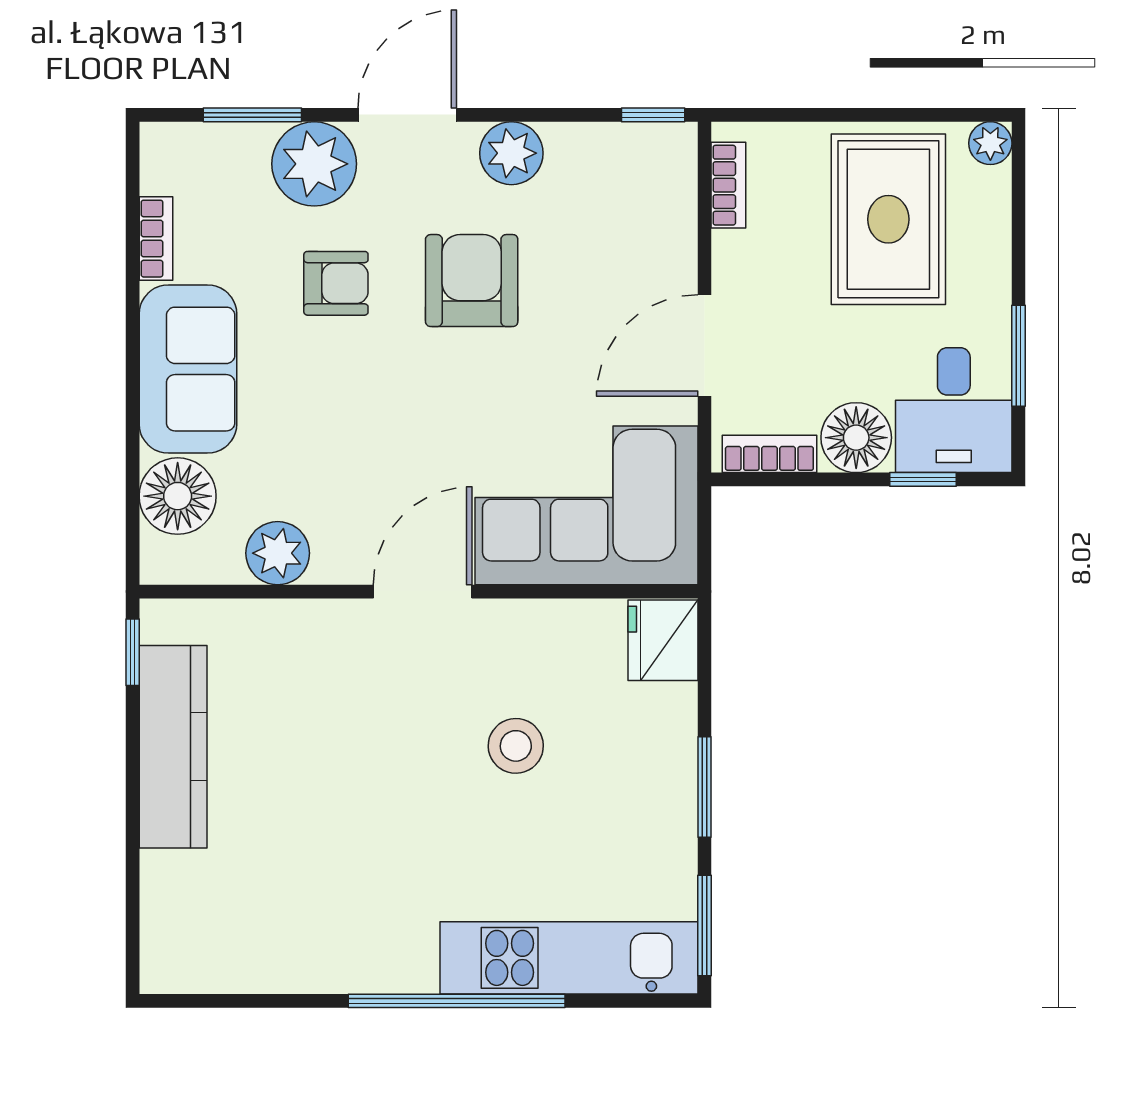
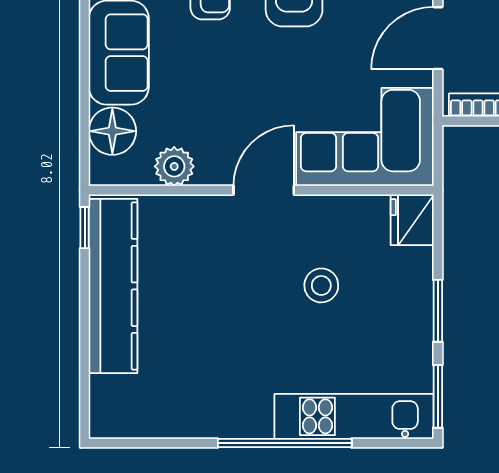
kitchen counter: (173, 747) -> (113, 286), width x1.39, depth x1.17

